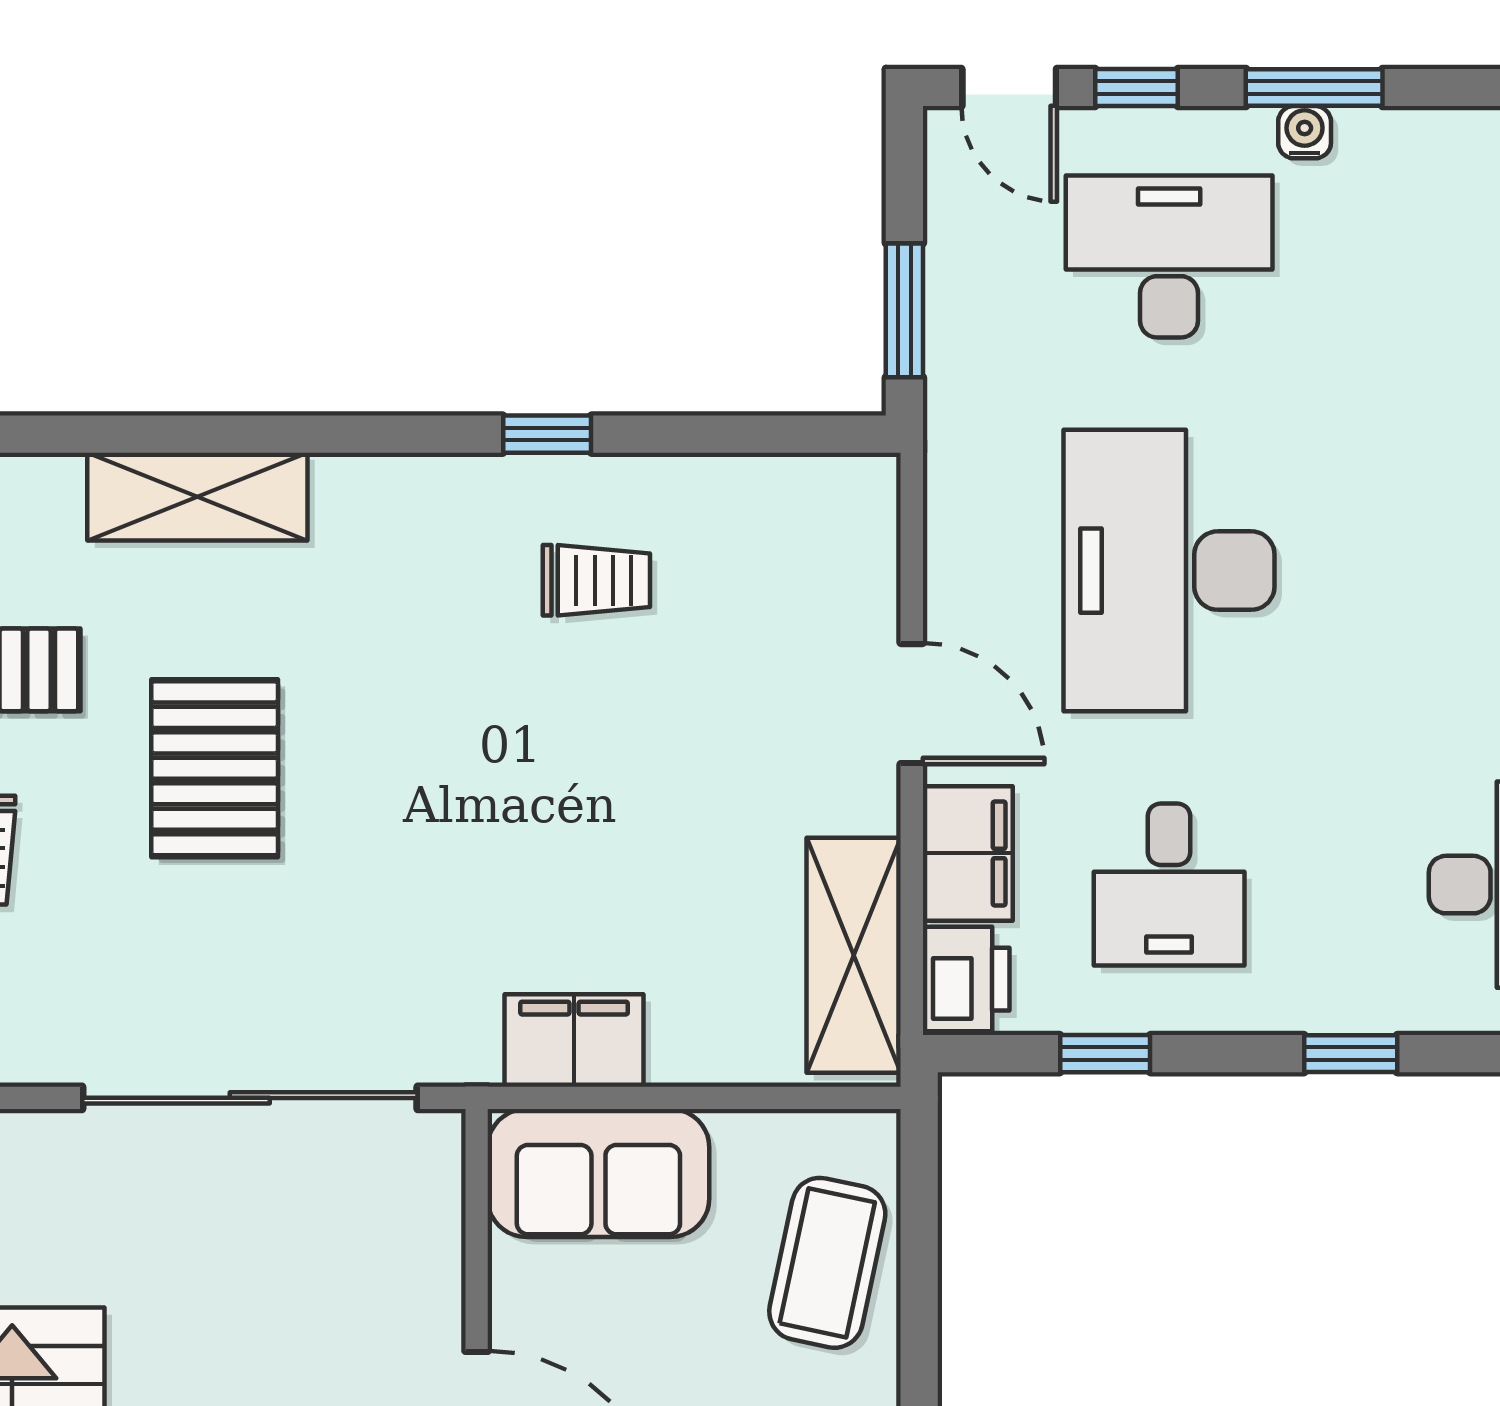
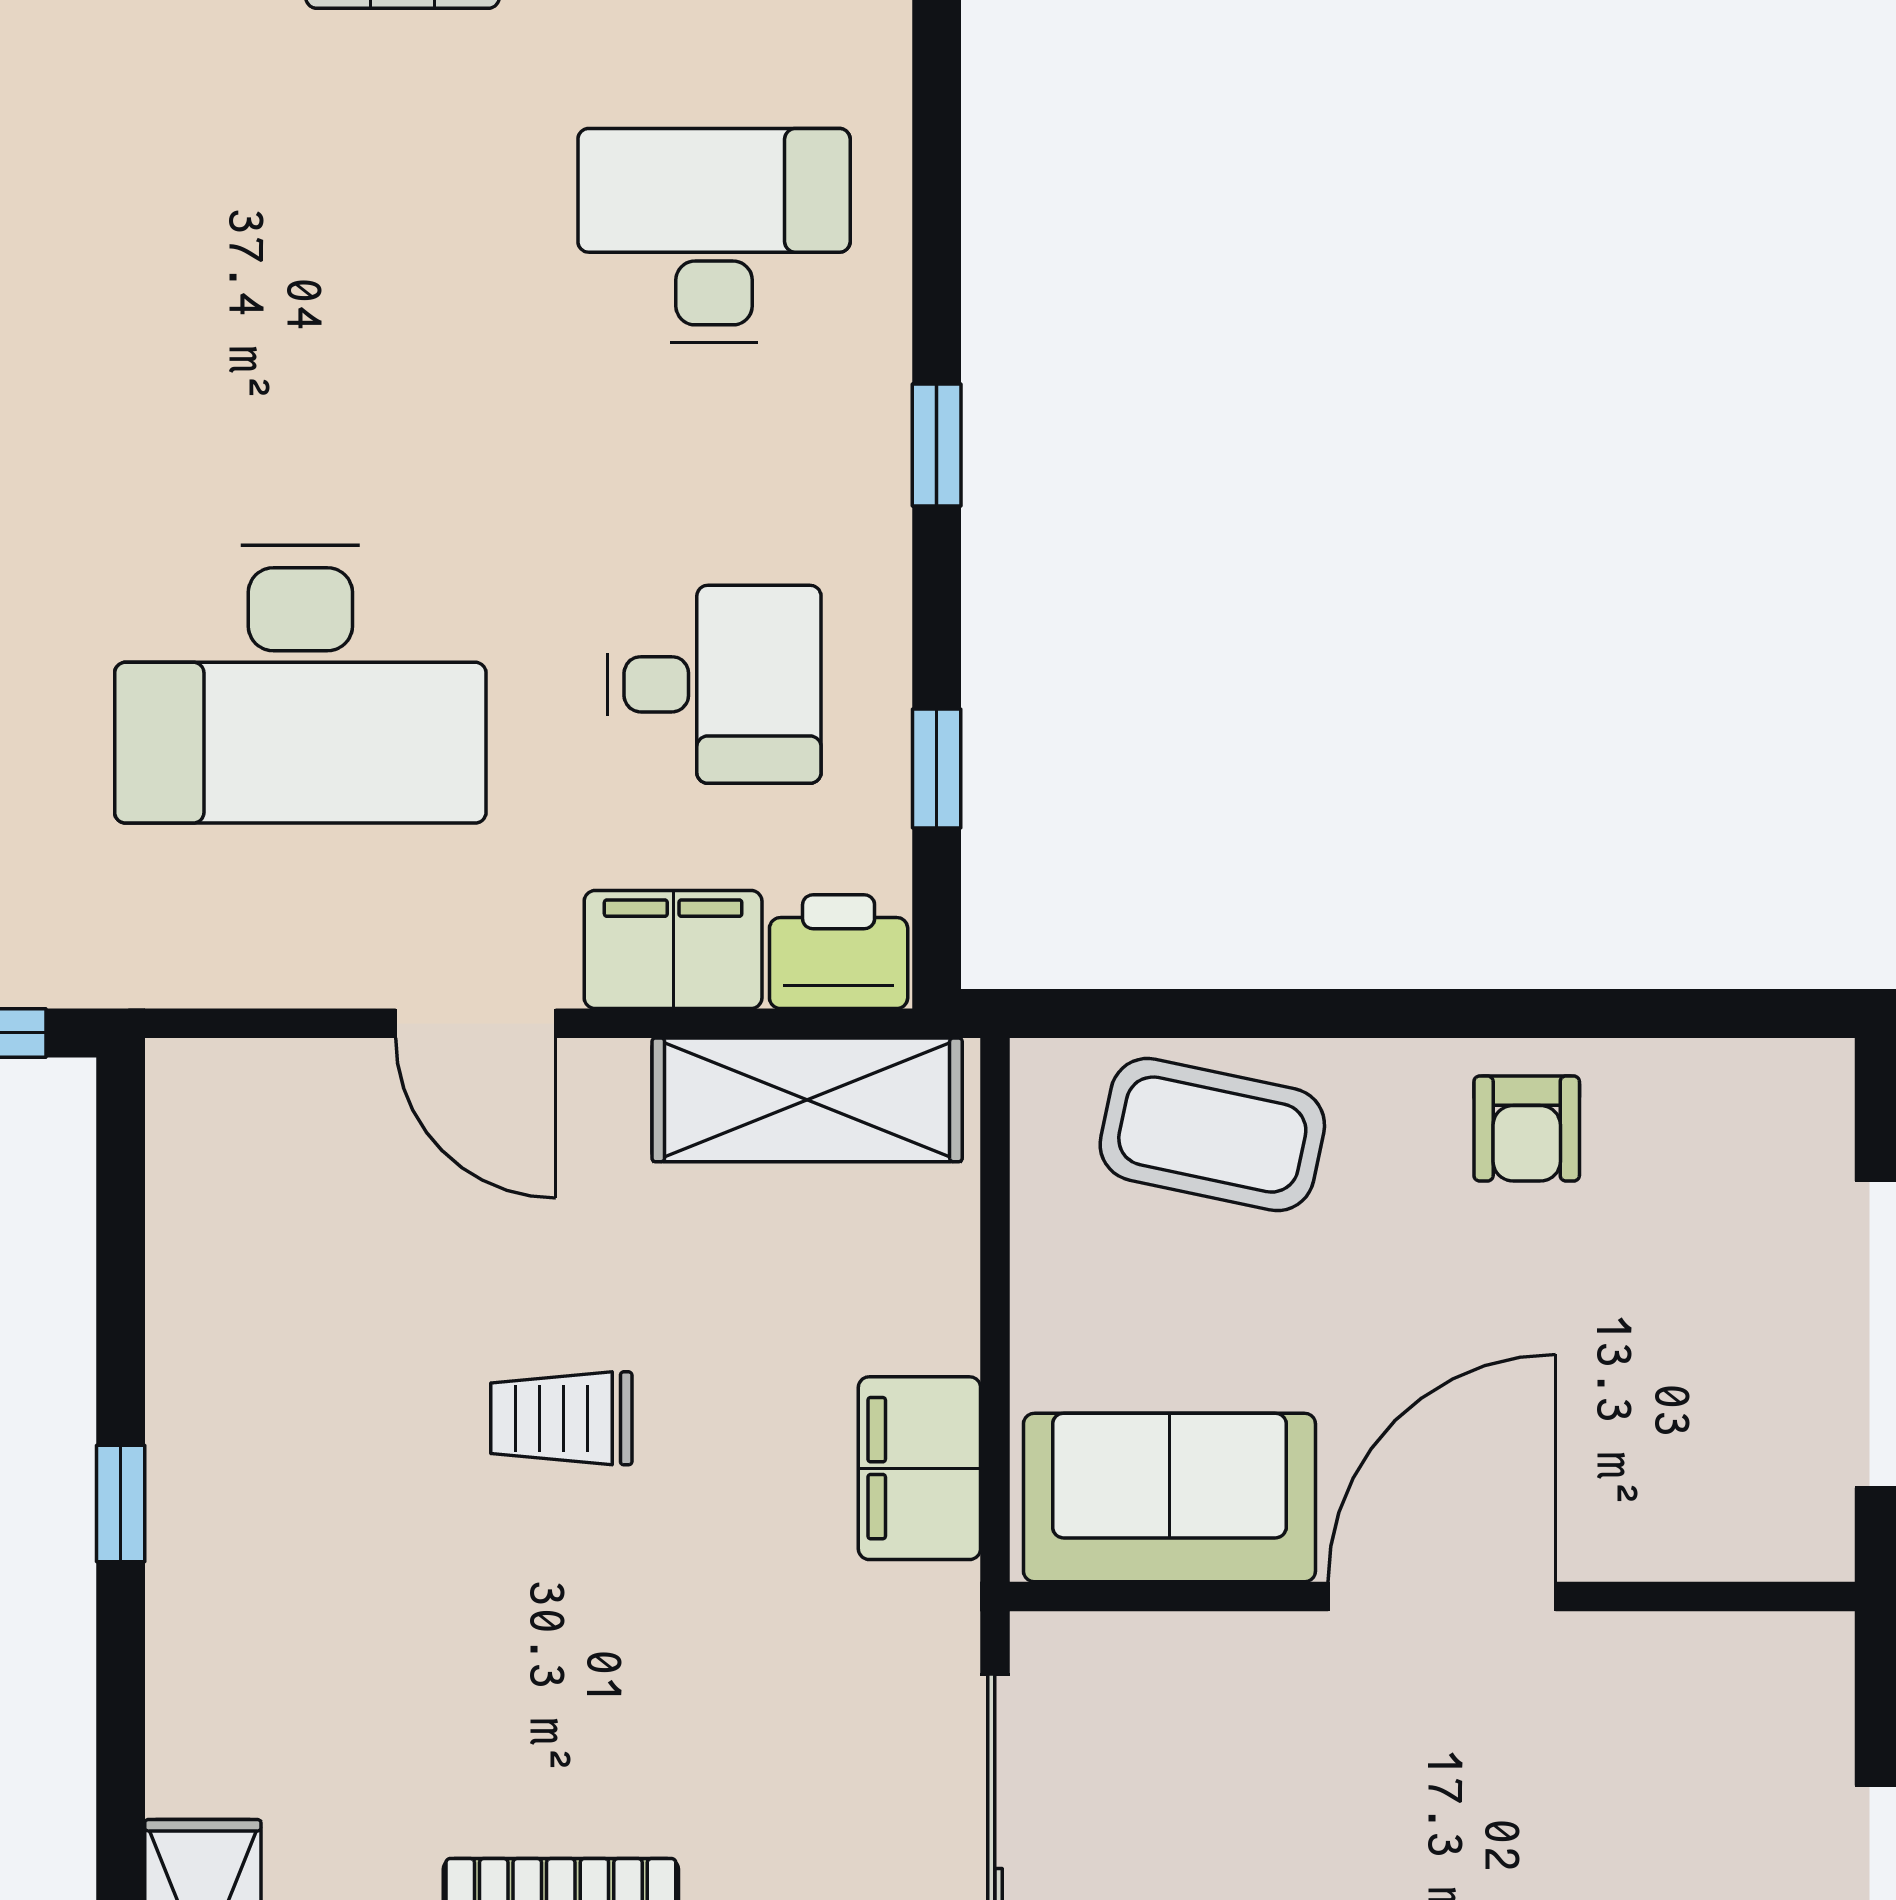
trolley: (596, 580) -> (561, 1418), moved, turned -90
door: (912, 704) -> (476, 1023), swing flipped
sofa: (598, 1173) -> (1169, 1498), moved, turned -90

